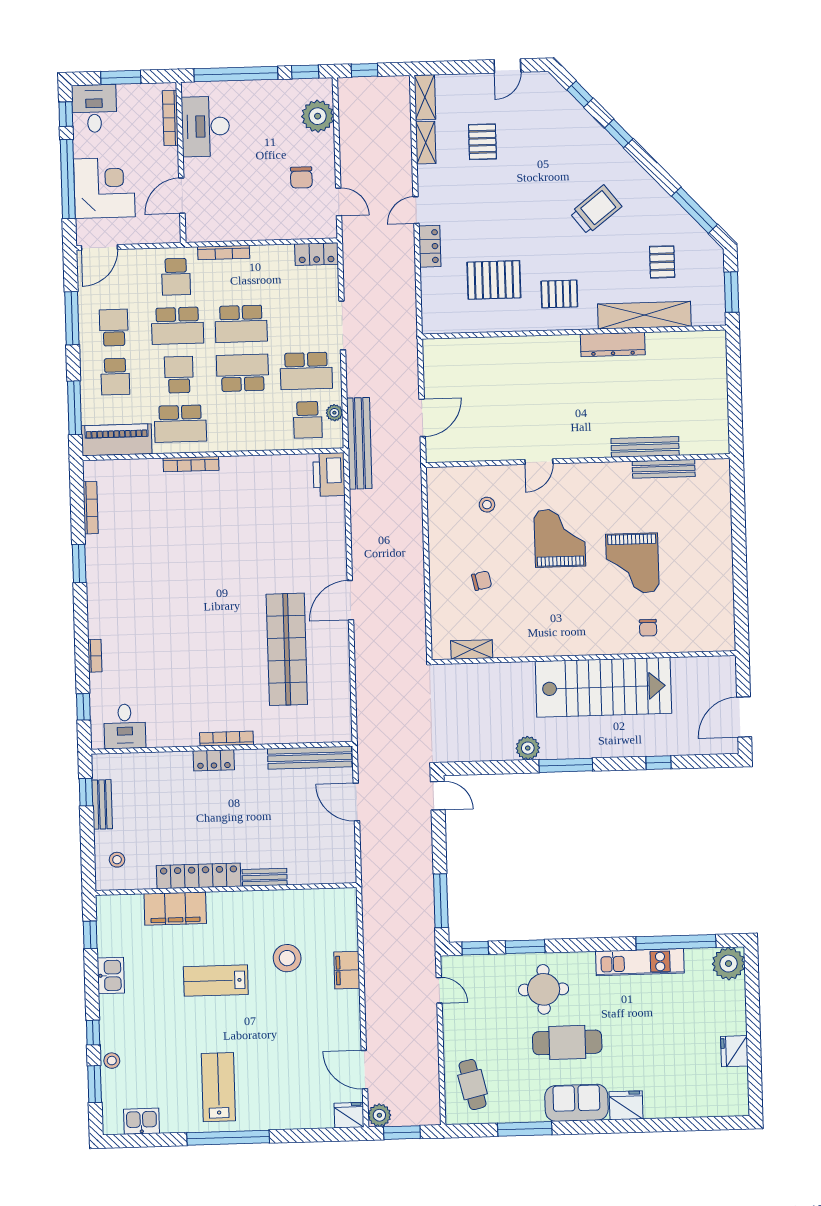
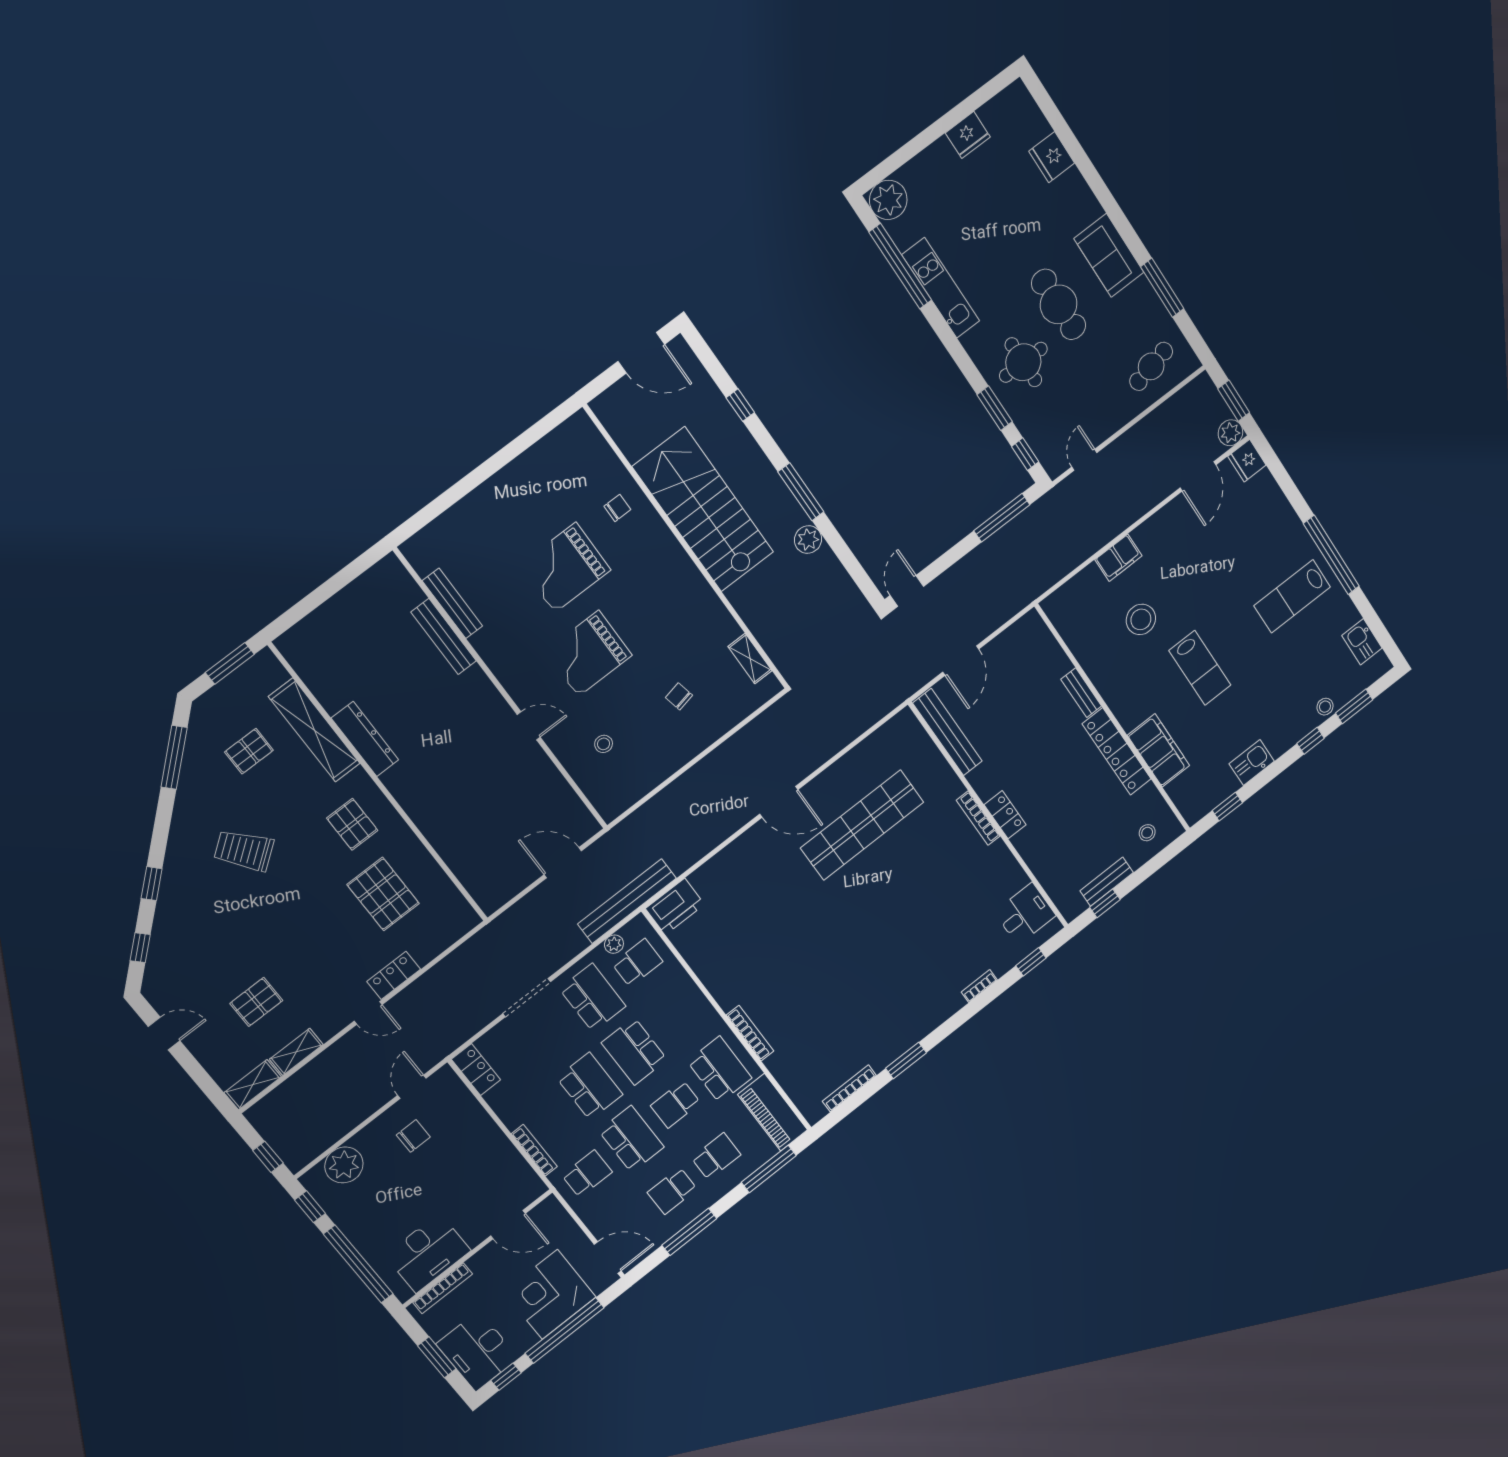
desk: (94, 108) -> (477, 1351), width x1.37
grand piano: (632, 563) -> (565, 567), turned 180
fridge: (626, 1105) -> (1052, 157), moved

